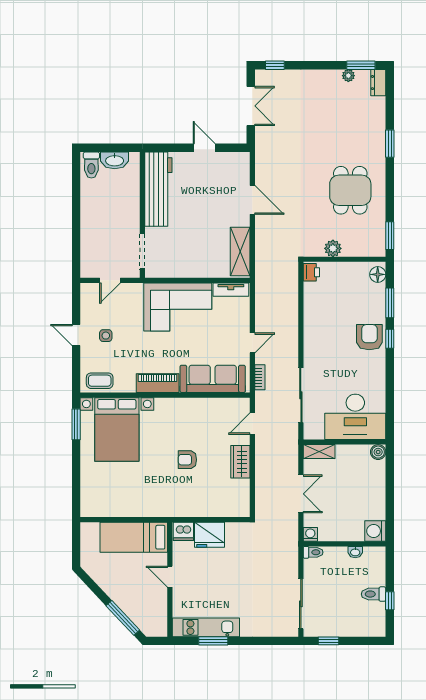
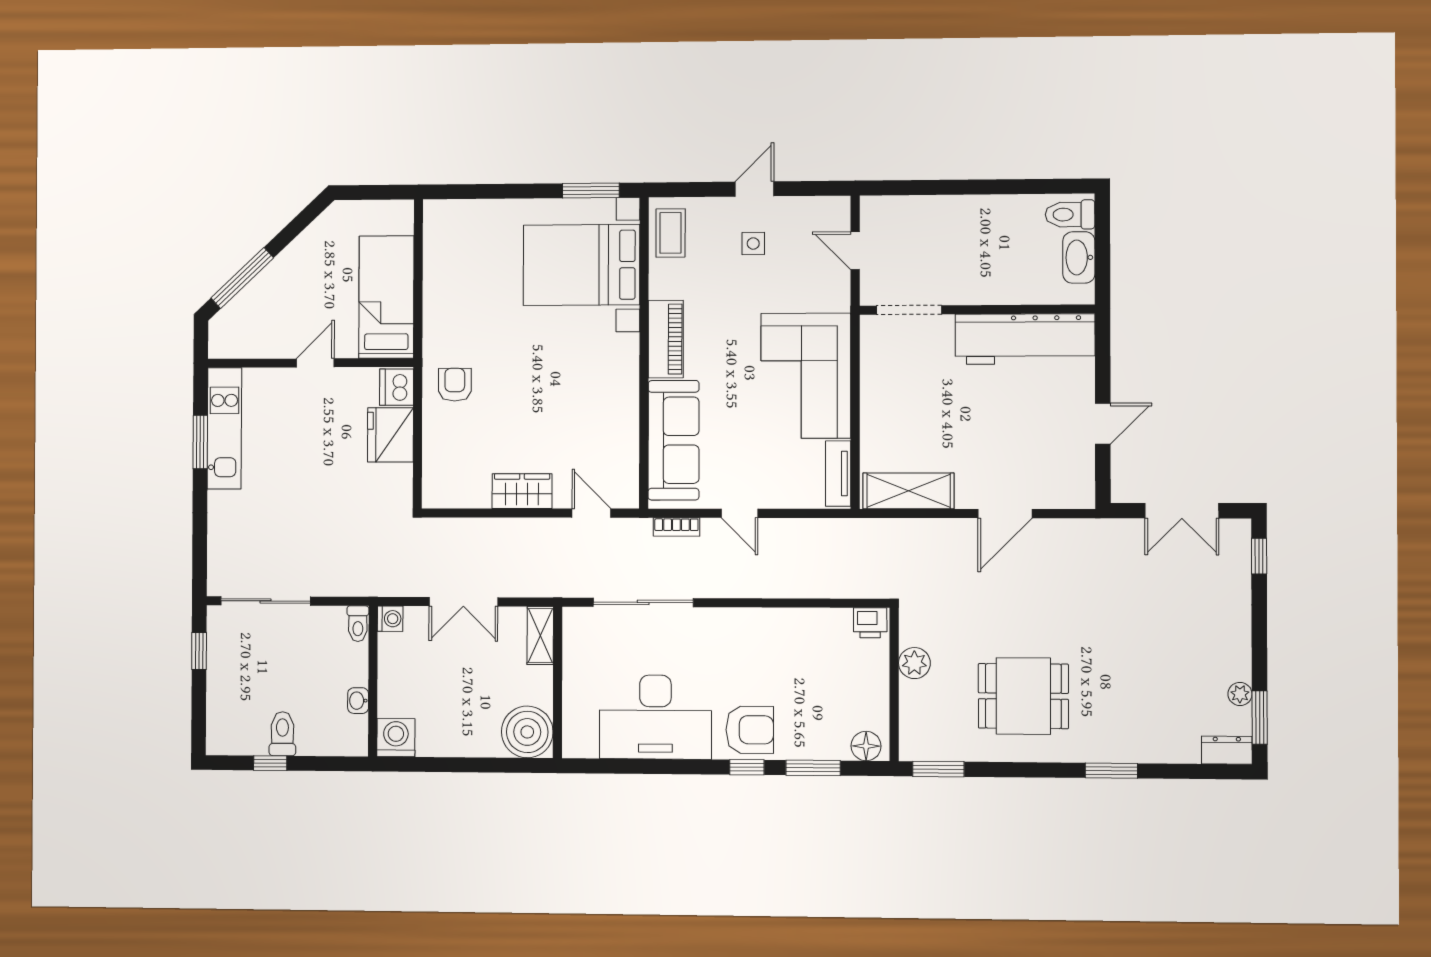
desk: (355, 417) -> (655, 717), moved, turned -90
boiler: (378, 452) -> (527, 732), width x1.86, depth x1.86
armchair: (187, 460) -> (455, 385), moved

